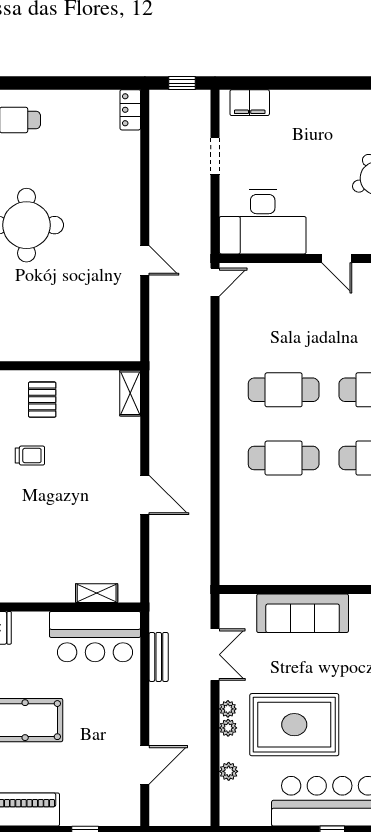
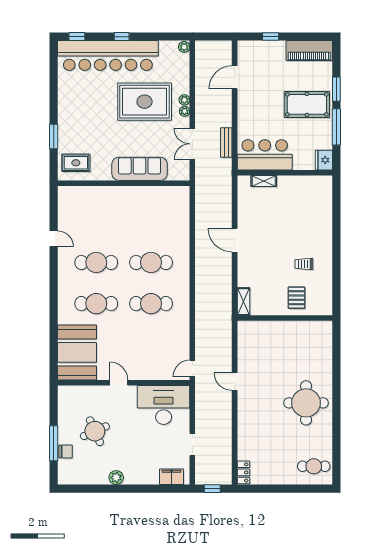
plant: (341, 101) -> (116, 478), added
plant: (229, 771) -> (184, 47), moved

